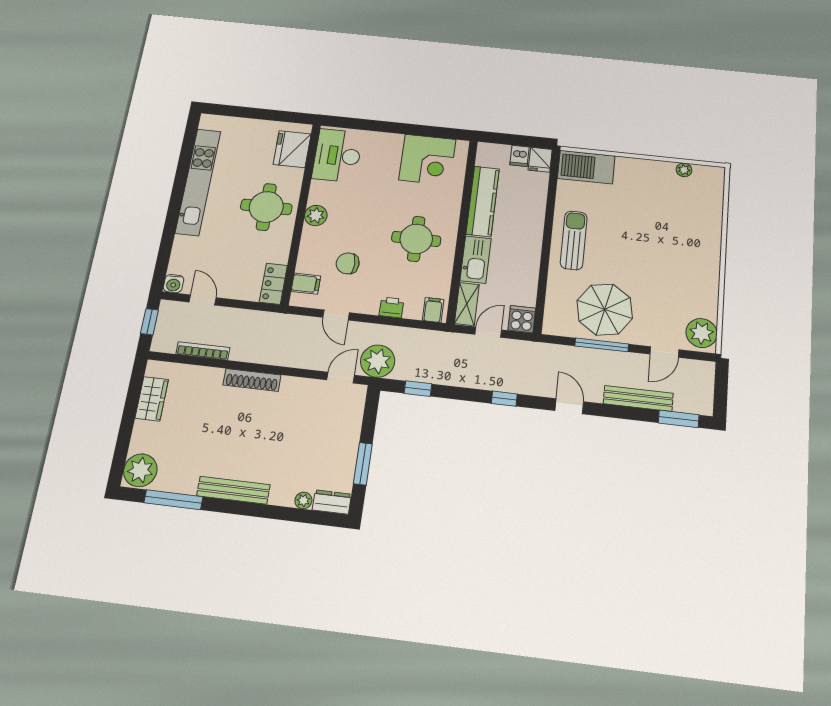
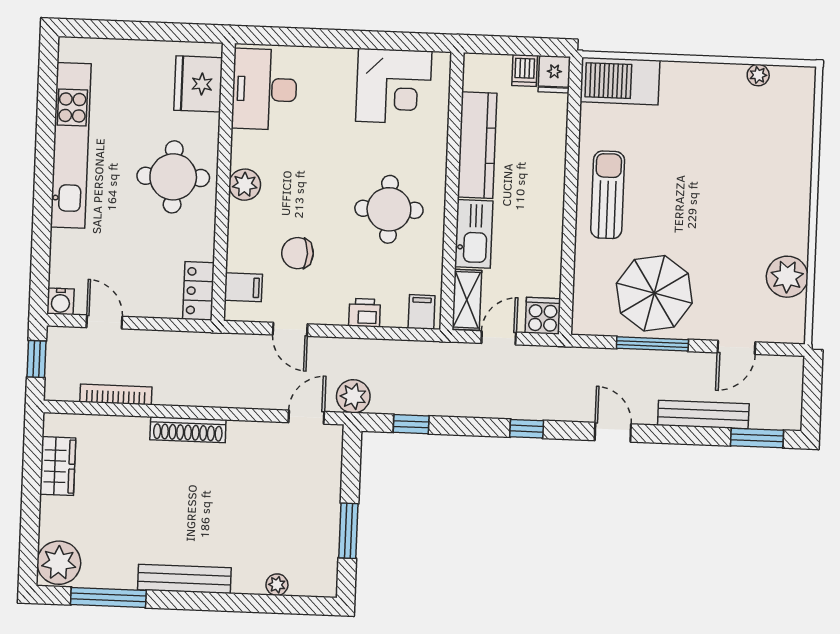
plant: (702, 333) -> (787, 277), moved
plant: (378, 361) -> (353, 396), width x0.73, depth x0.73
dresser: (332, 502) -> (314, 584), removed

